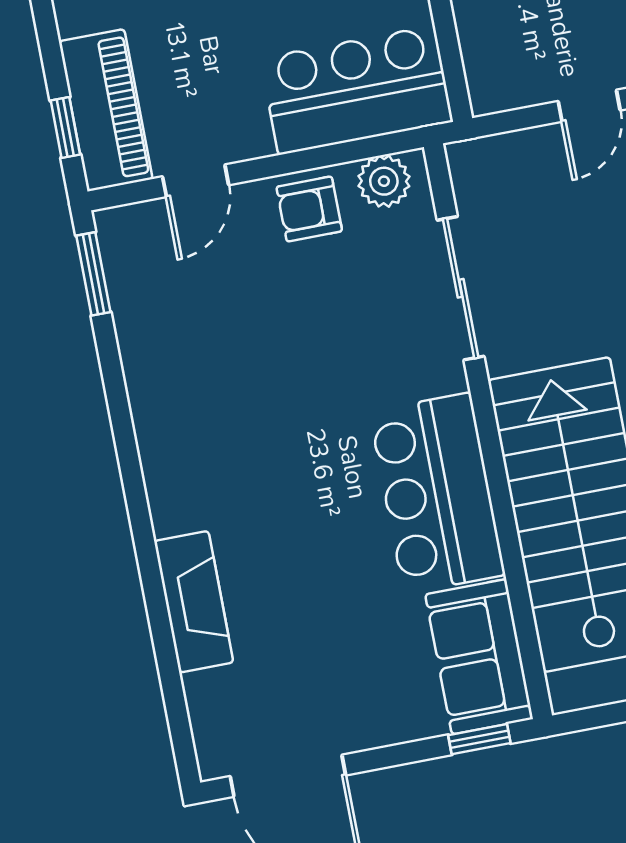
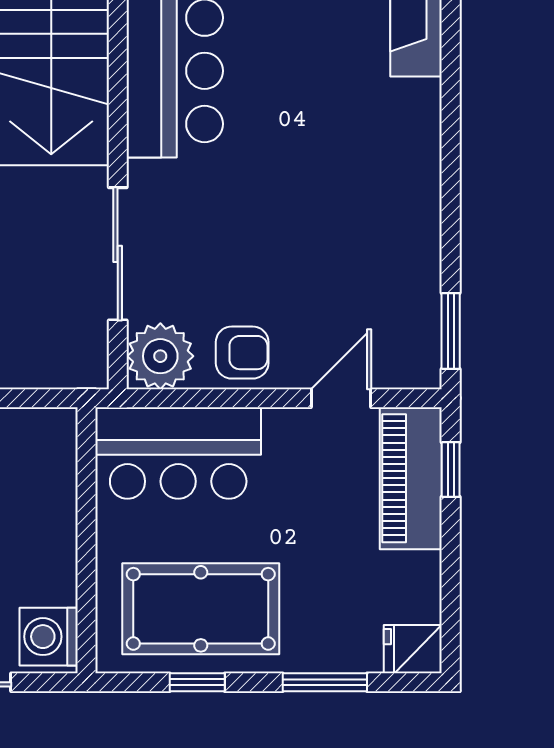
plant: (384, 181) -> (160, 356), width x1.36, depth x1.36

